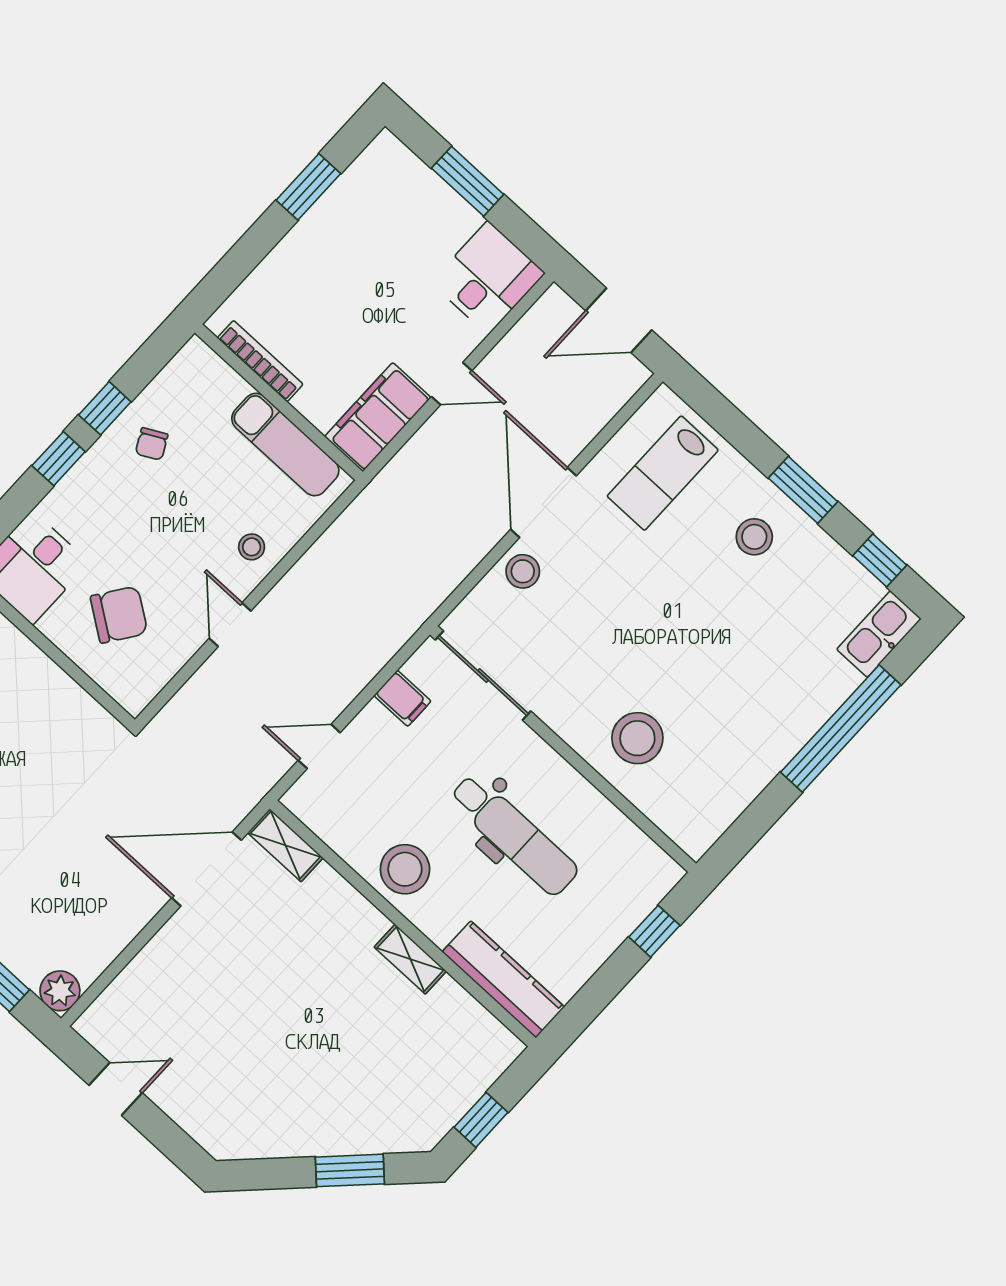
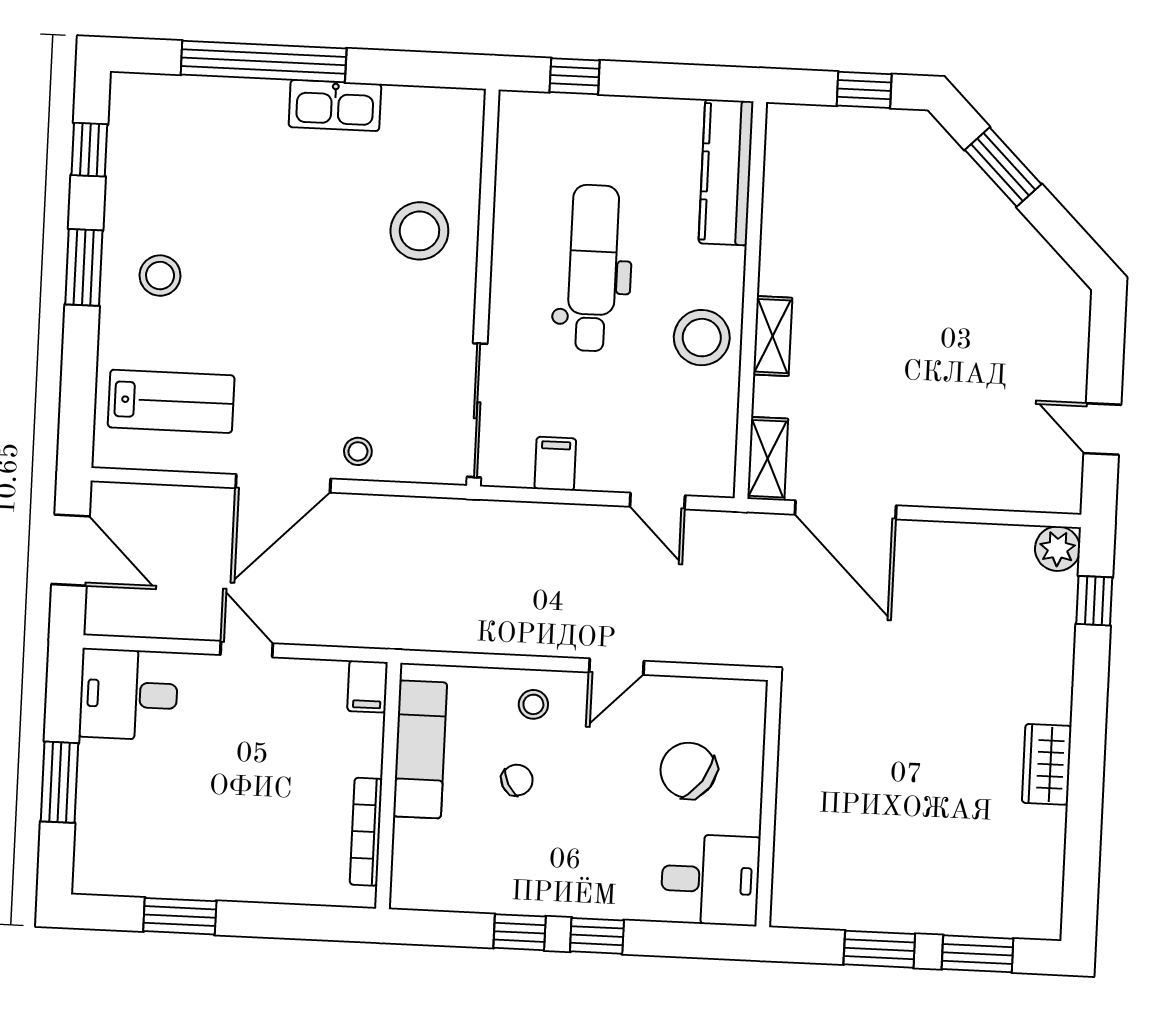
filing cabinet: (378, 417) -> (368, 687), width x0.33, depth x0.86
chair: (152, 444) -> (517, 780), moved
stool: (523, 571) -> (358, 451), width x0.73, depth x0.73
kitchen sink: (879, 634) -> (335, 105), moved
shelving: (410, 959) -> (773, 336), moved

